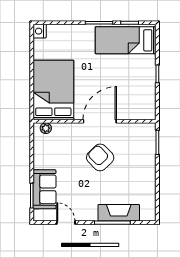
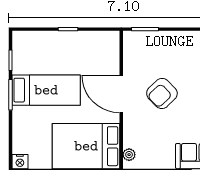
bed: (126, 40) -> (46, 90), moved, turned -90

